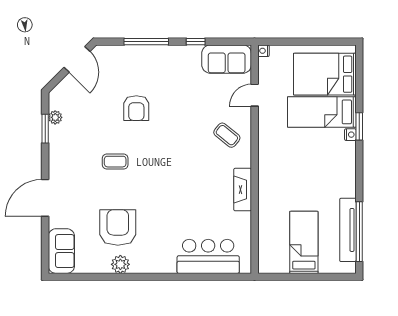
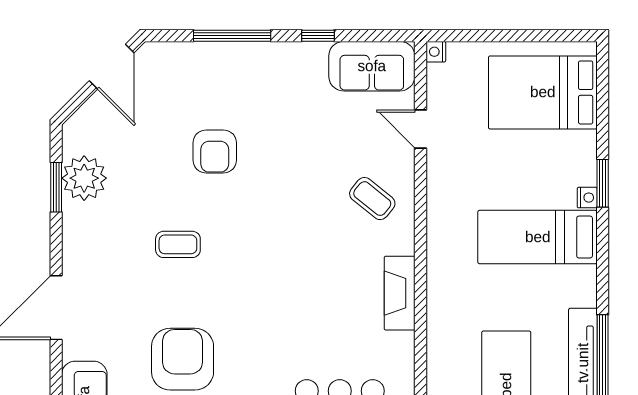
door: (255, 95) -> (420, 129), hinge flipped
bed: (322, 112) -> (538, 237), moved
plant: (55, 117) -> (84, 178), width x1.87, depth x1.87

